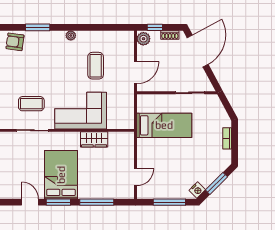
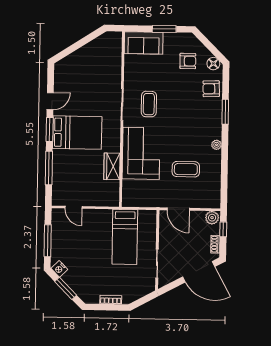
armchair: (15, 42) -> (211, 89), turned -100

